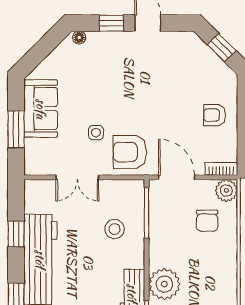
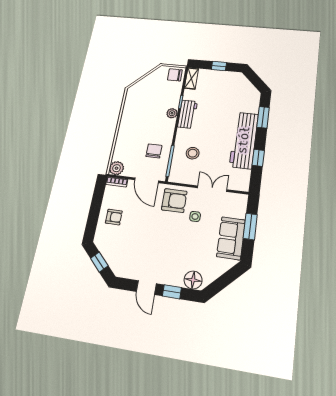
floor lamp: (79, 38) -> (193, 280), width x1.89, depth x1.89
chair: (207, 221) -> (154, 151), moved
plant: (164, 284) -> (172, 113), width x0.53, depth x0.53

